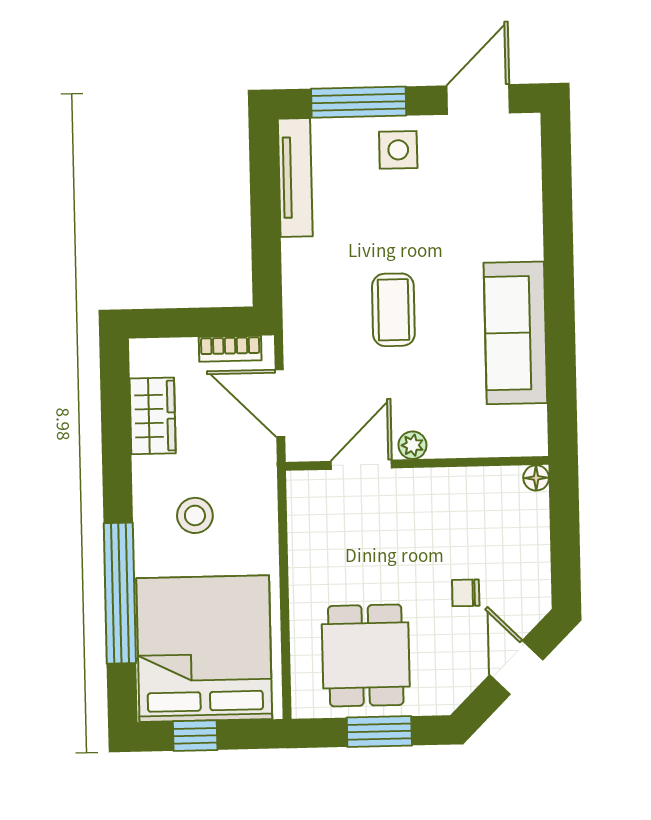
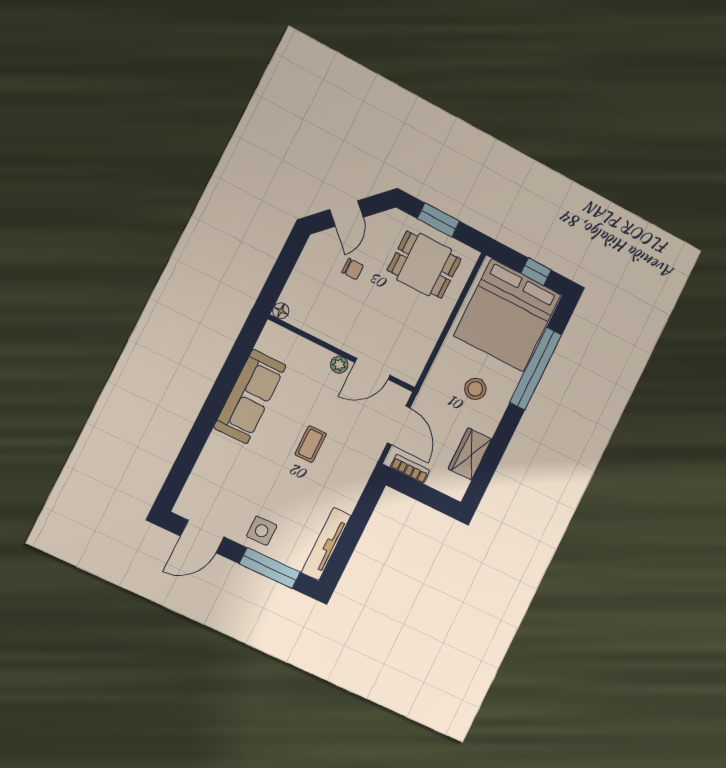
coffee table: (393, 310) -> (311, 444), width x0.73, depth x0.77
dining table: (366, 655) -> (424, 265), turned 90

